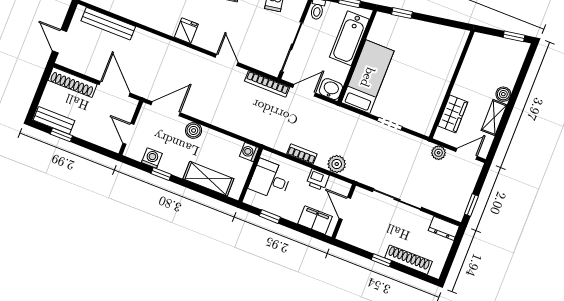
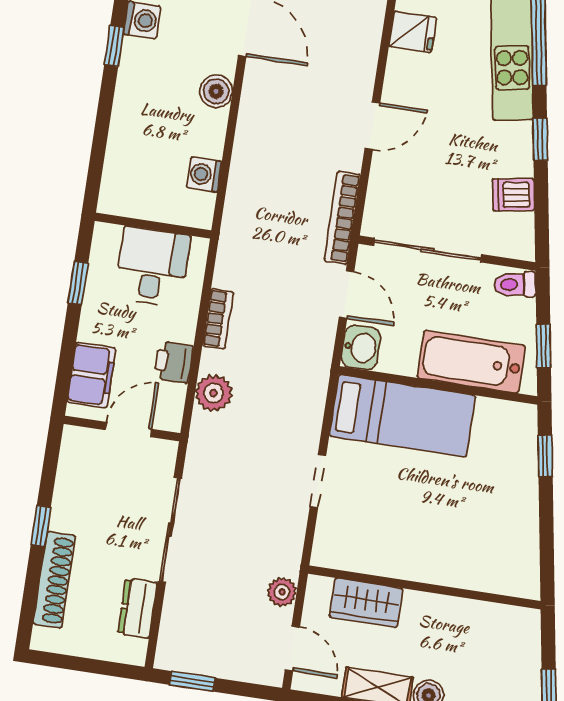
washing machine: (249, 152) -> (204, 174), moved, turned -90
shelving: (208, 179) -> (126, 143), removed
dresser: (444, 228) -> (137, 608), moved

